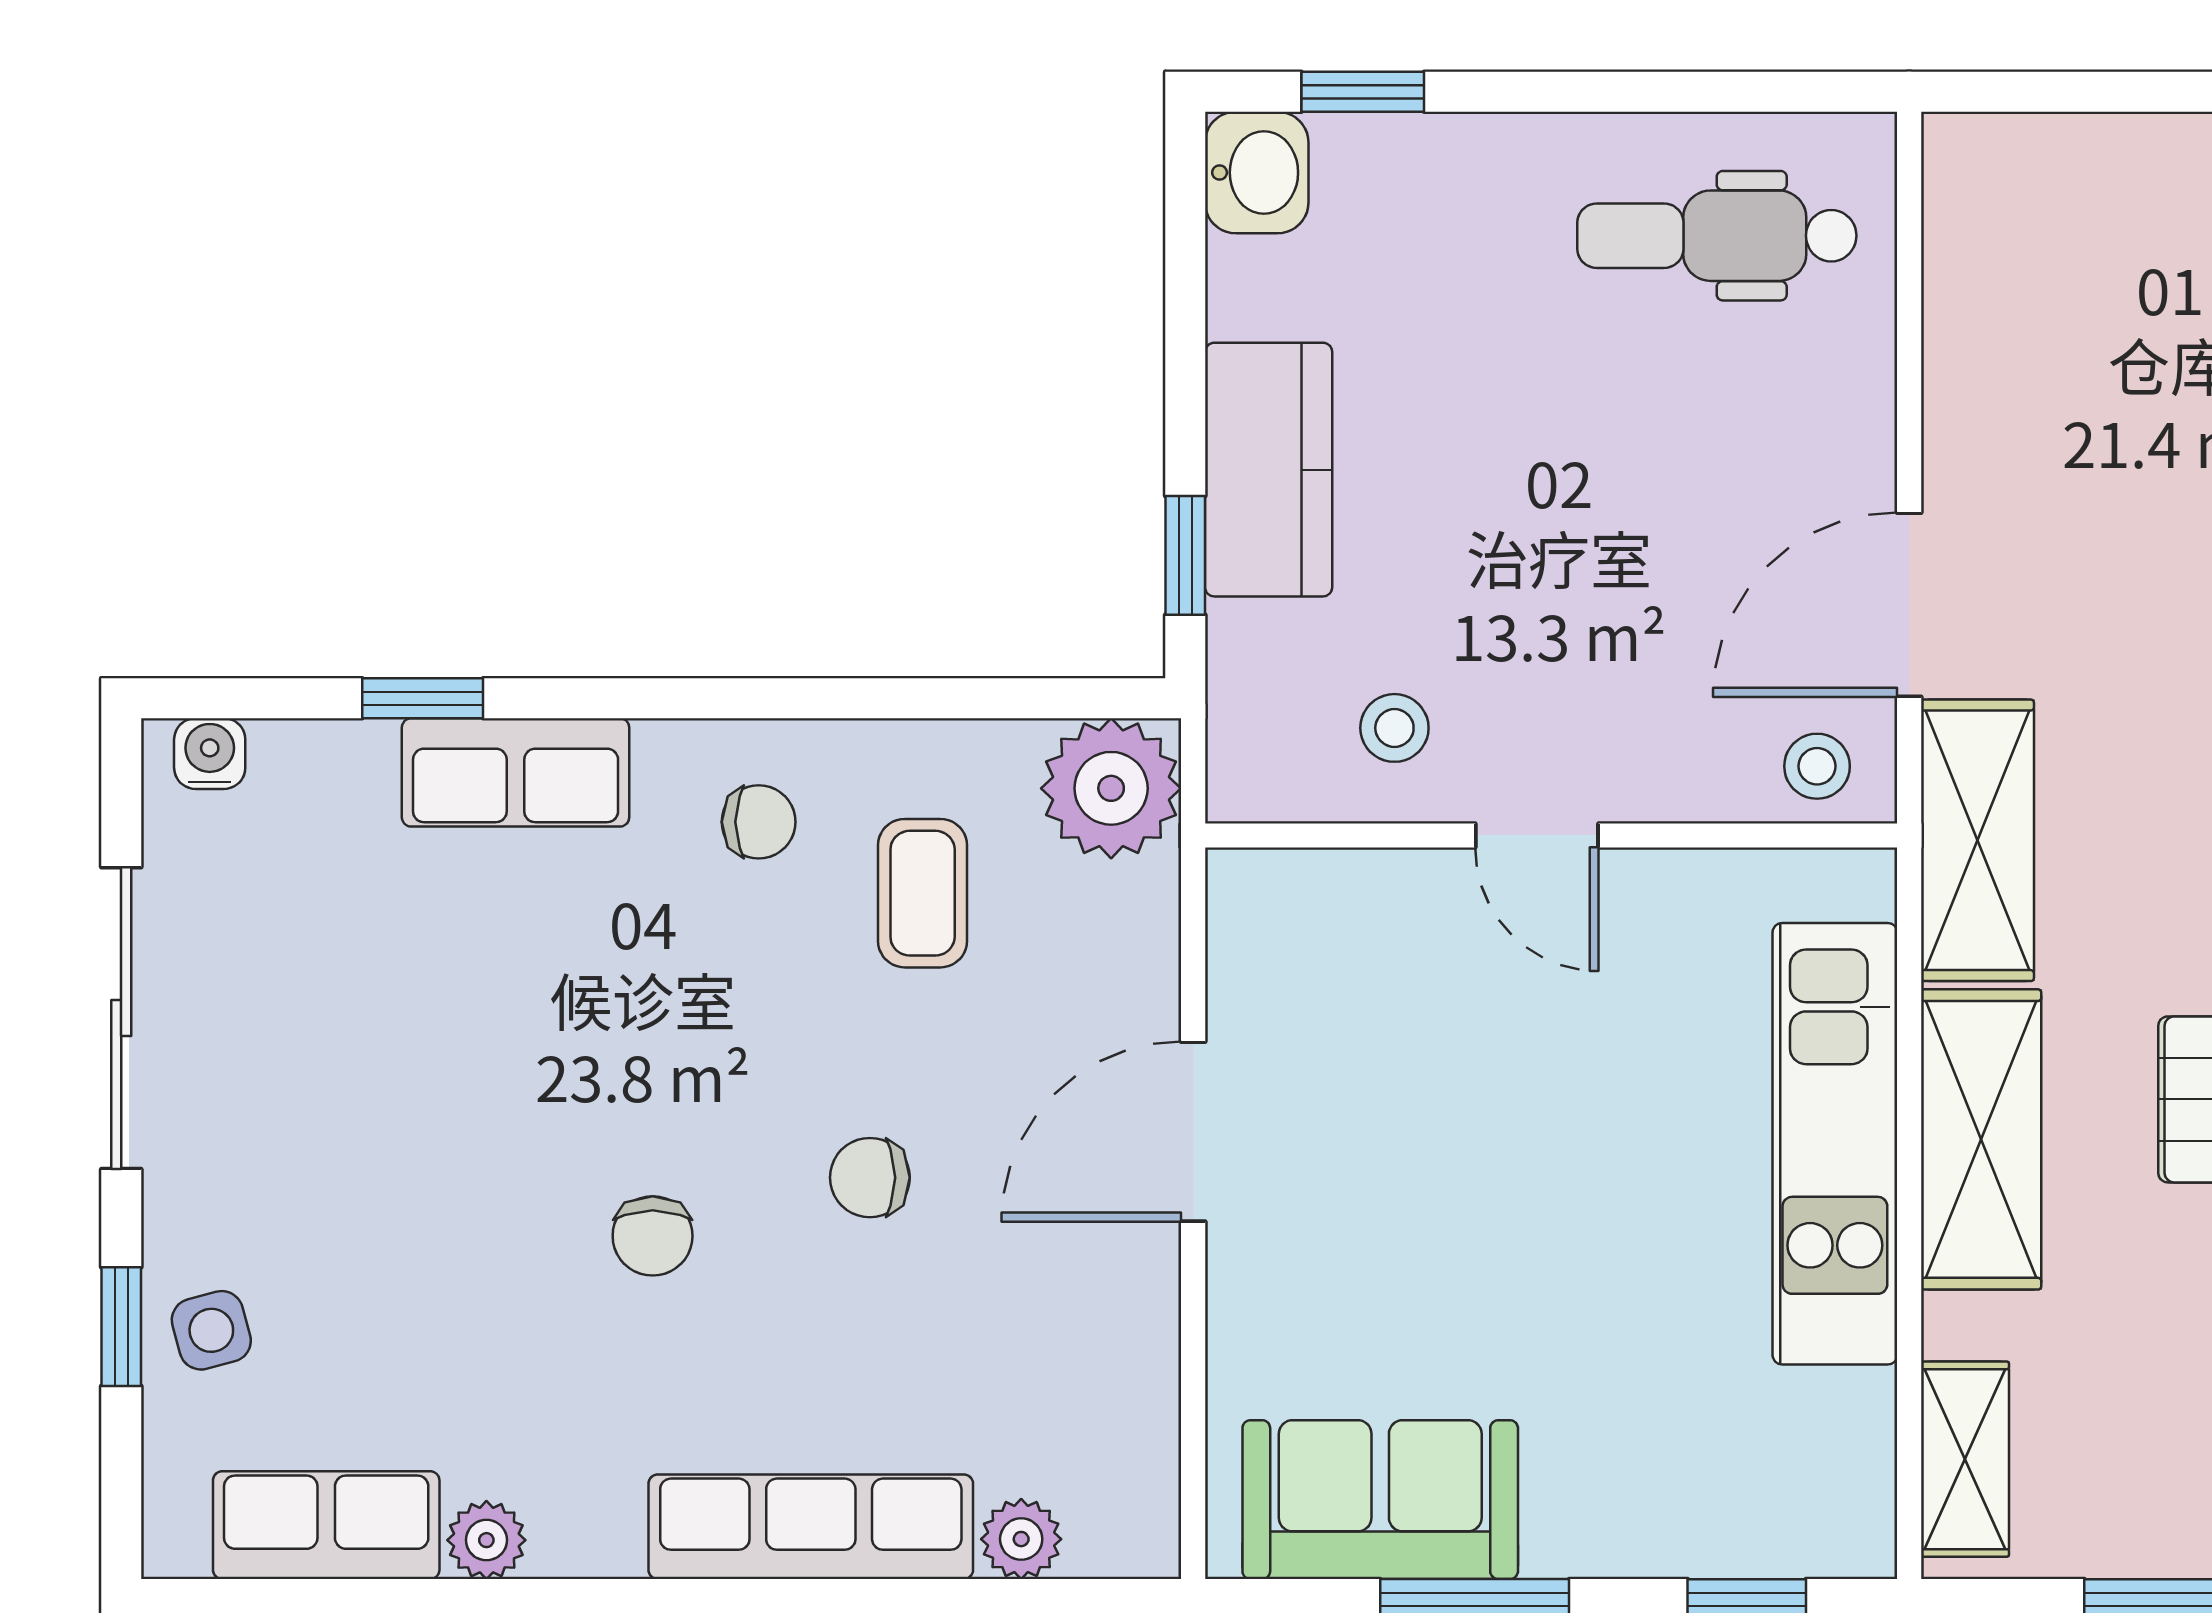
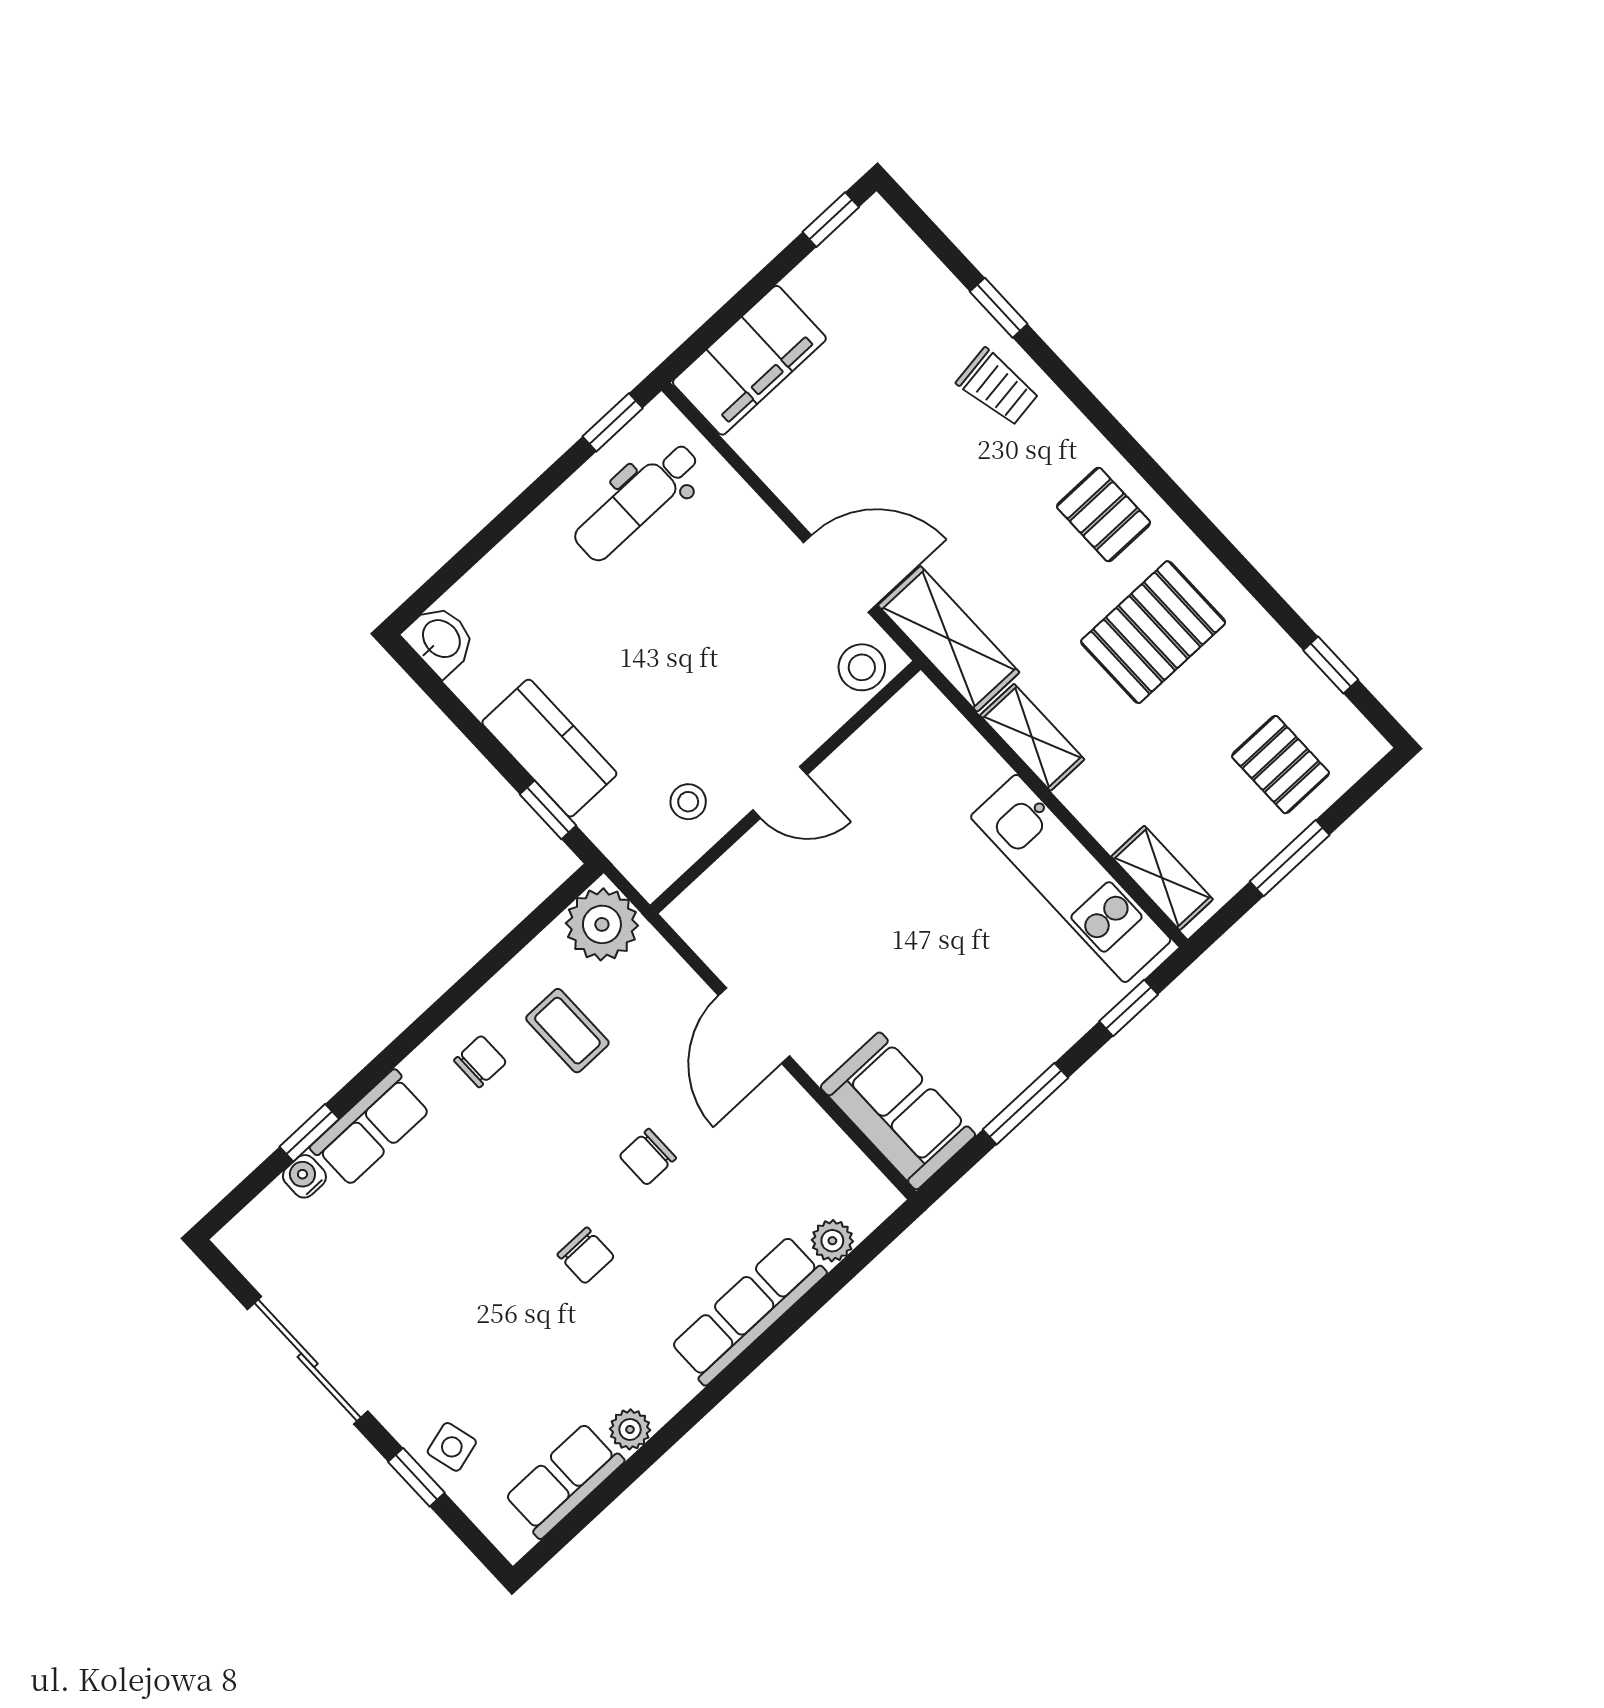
window: (1363, 92) -> (613, 422), moved
filing cabinet: (2062, 184) -> (749, 360), added
door: (1909, 605) -> (840, 574), swing flipped
water cooler: (210, 754) -> (304, 1176), moved
stool: (1817, 766) -> (862, 667), width x1.37, depth x1.37
shelving: (1981, 1139) -> (1032, 737), width x0.67, depth x0.75
kitchen unit: (1835, 1144) -> (1071, 878), moved
sofa: (1380, 1500) -> (898, 1111), moved, turned 90

